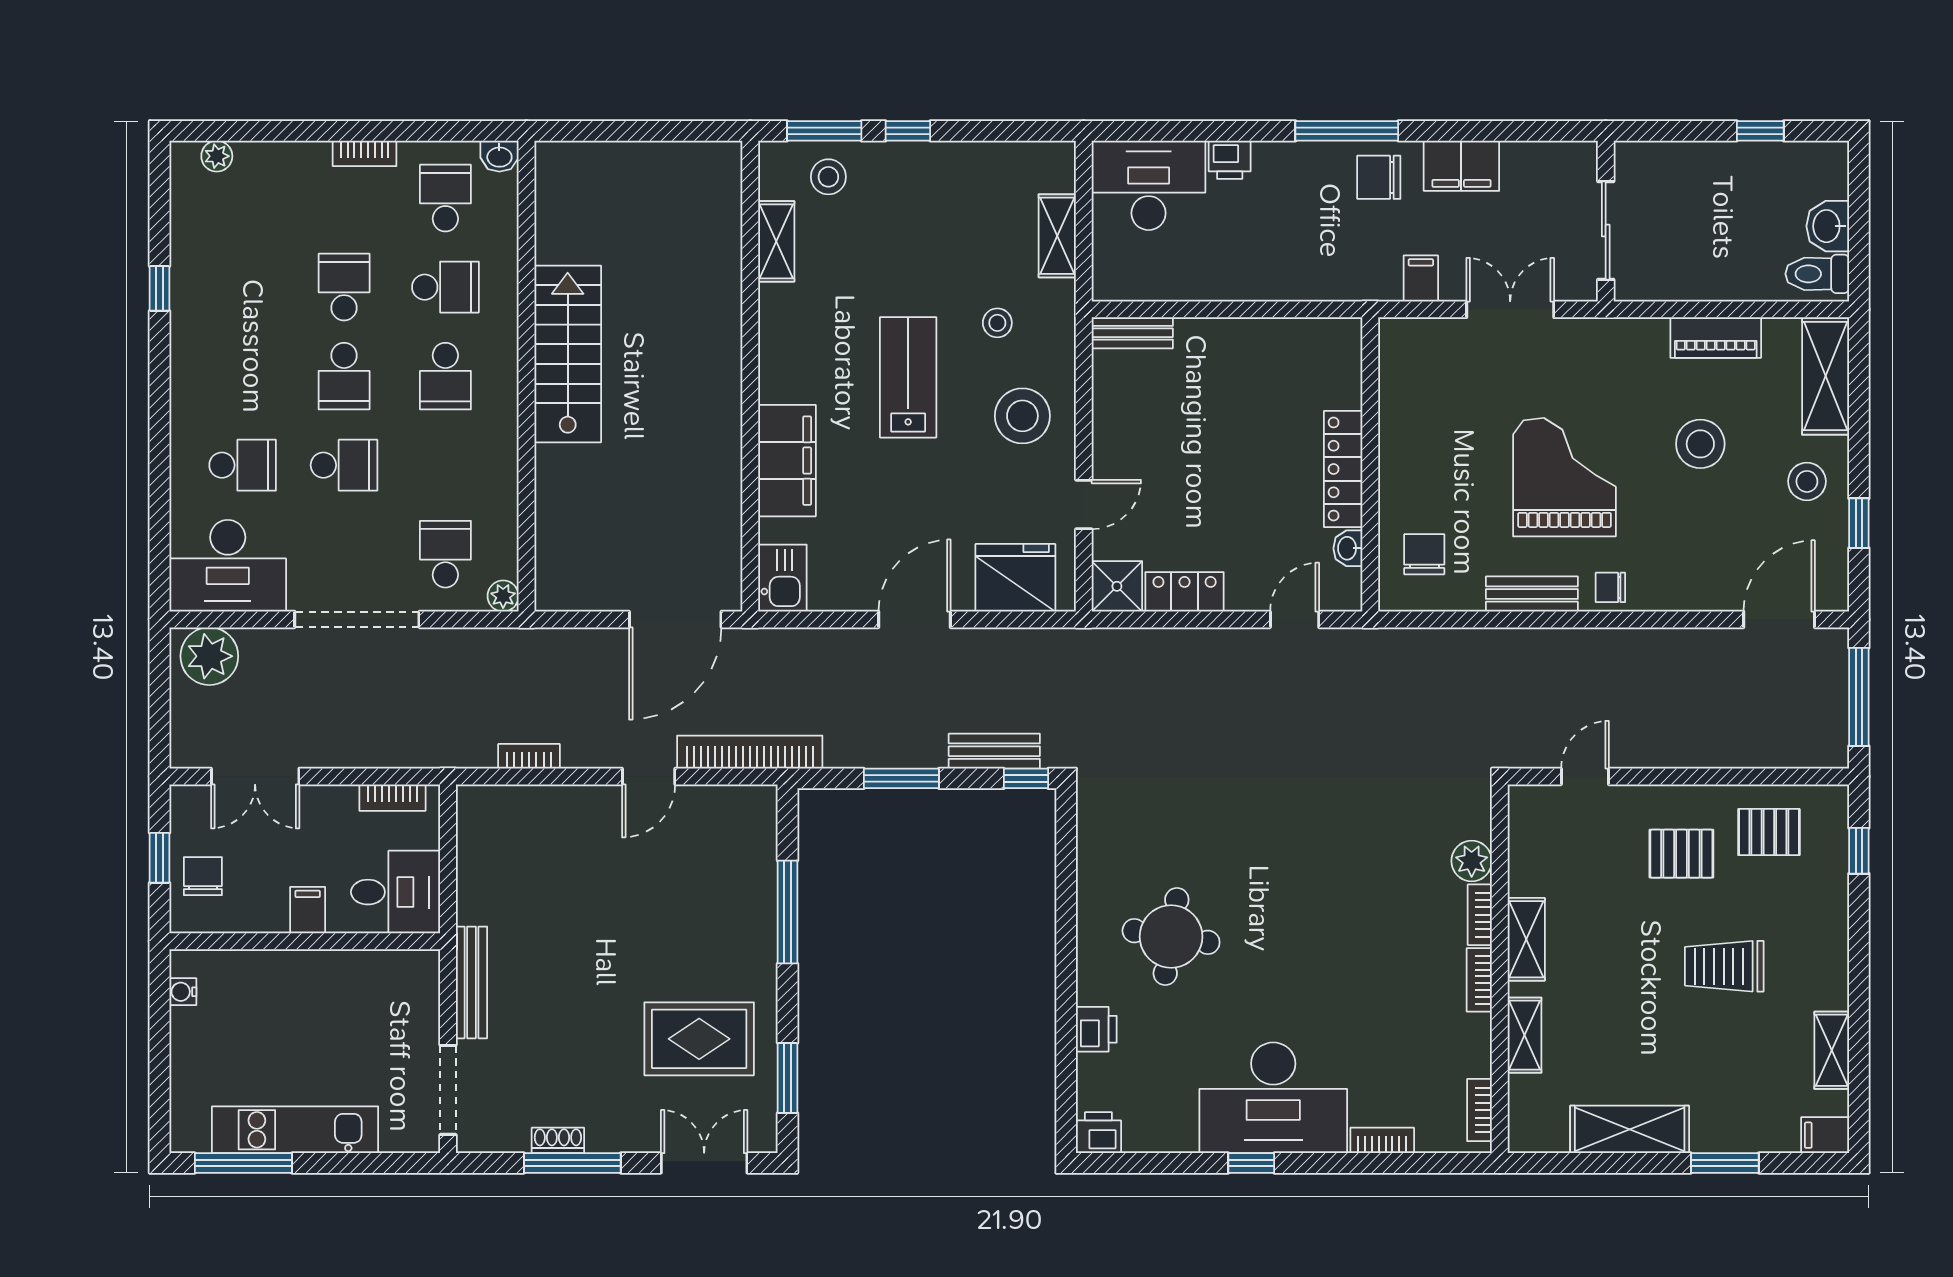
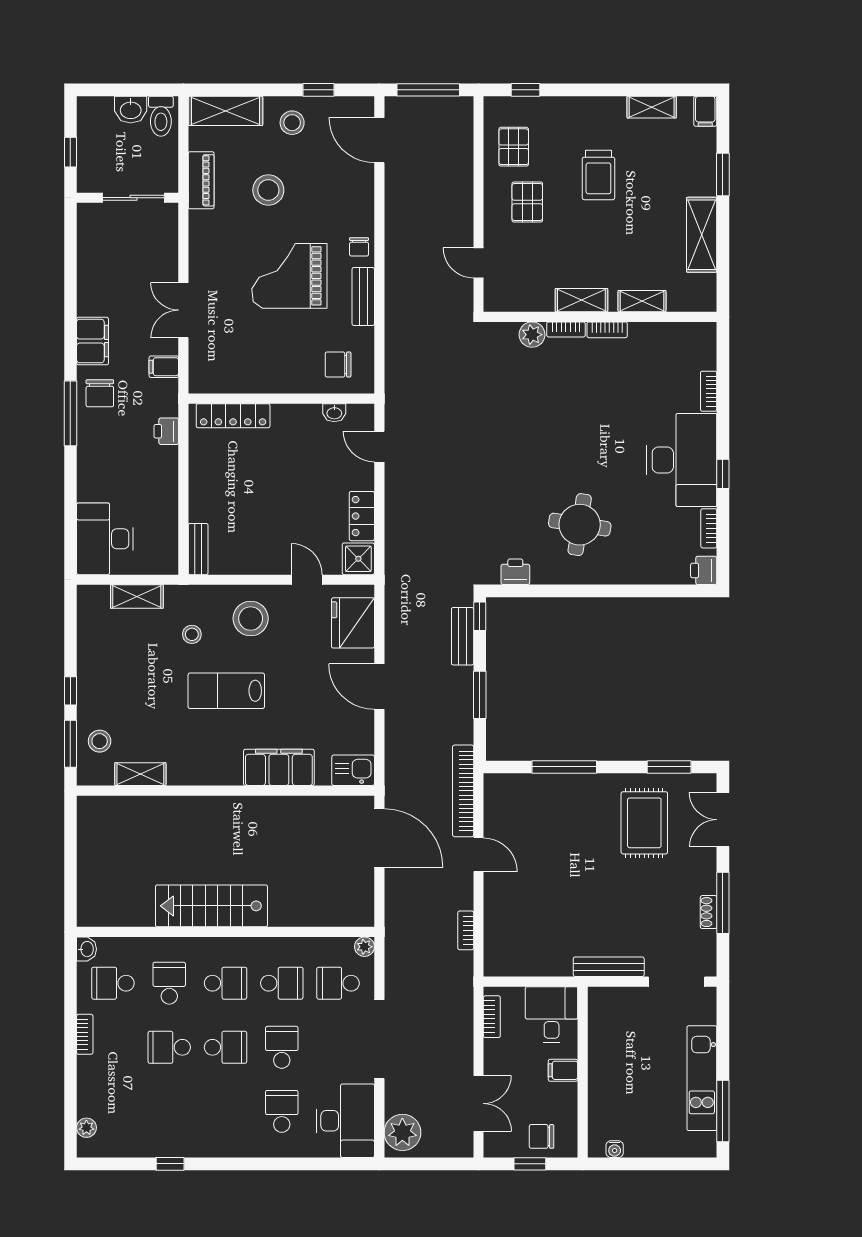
printer: (1230, 160) -> (166, 431), moved, turned 180
wall: (1606, 221) -> (128, 198), moved
sliding door: (1606, 231) -> (133, 198), moved
school desk: (445, 465) -> (282, 983), added
locker: (1343, 469) -> (233, 416), moved
printer: (1096, 1029) -> (515, 572), moved
bookcase: (1479, 1110) -> (709, 528), moved, turned 90

